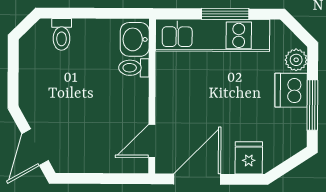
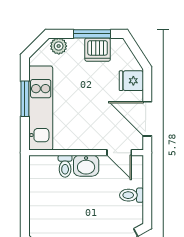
toilet: (62, 34) -> (131, 195), moved, turned 180
washbasin: (135, 39) -> (86, 166), moved
dishwasher: (291, 90) -> (98, 50), moved

